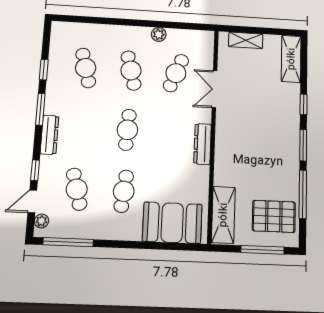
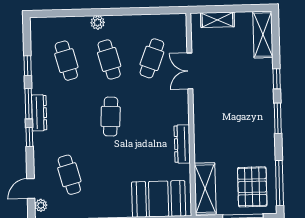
plant: (159, 34) -> (98, 22), moved
dresser: (50, 135) -> (39, 113), moved
dresser: (203, 144) -> (182, 144), moved
window: (35, 170) -> (29, 137), moved
cafe table: (124, 191) -> (112, 174), removed
window: (303, 194) -> (279, 183), moved
pallet: (274, 216) -> (252, 187), turned 90

